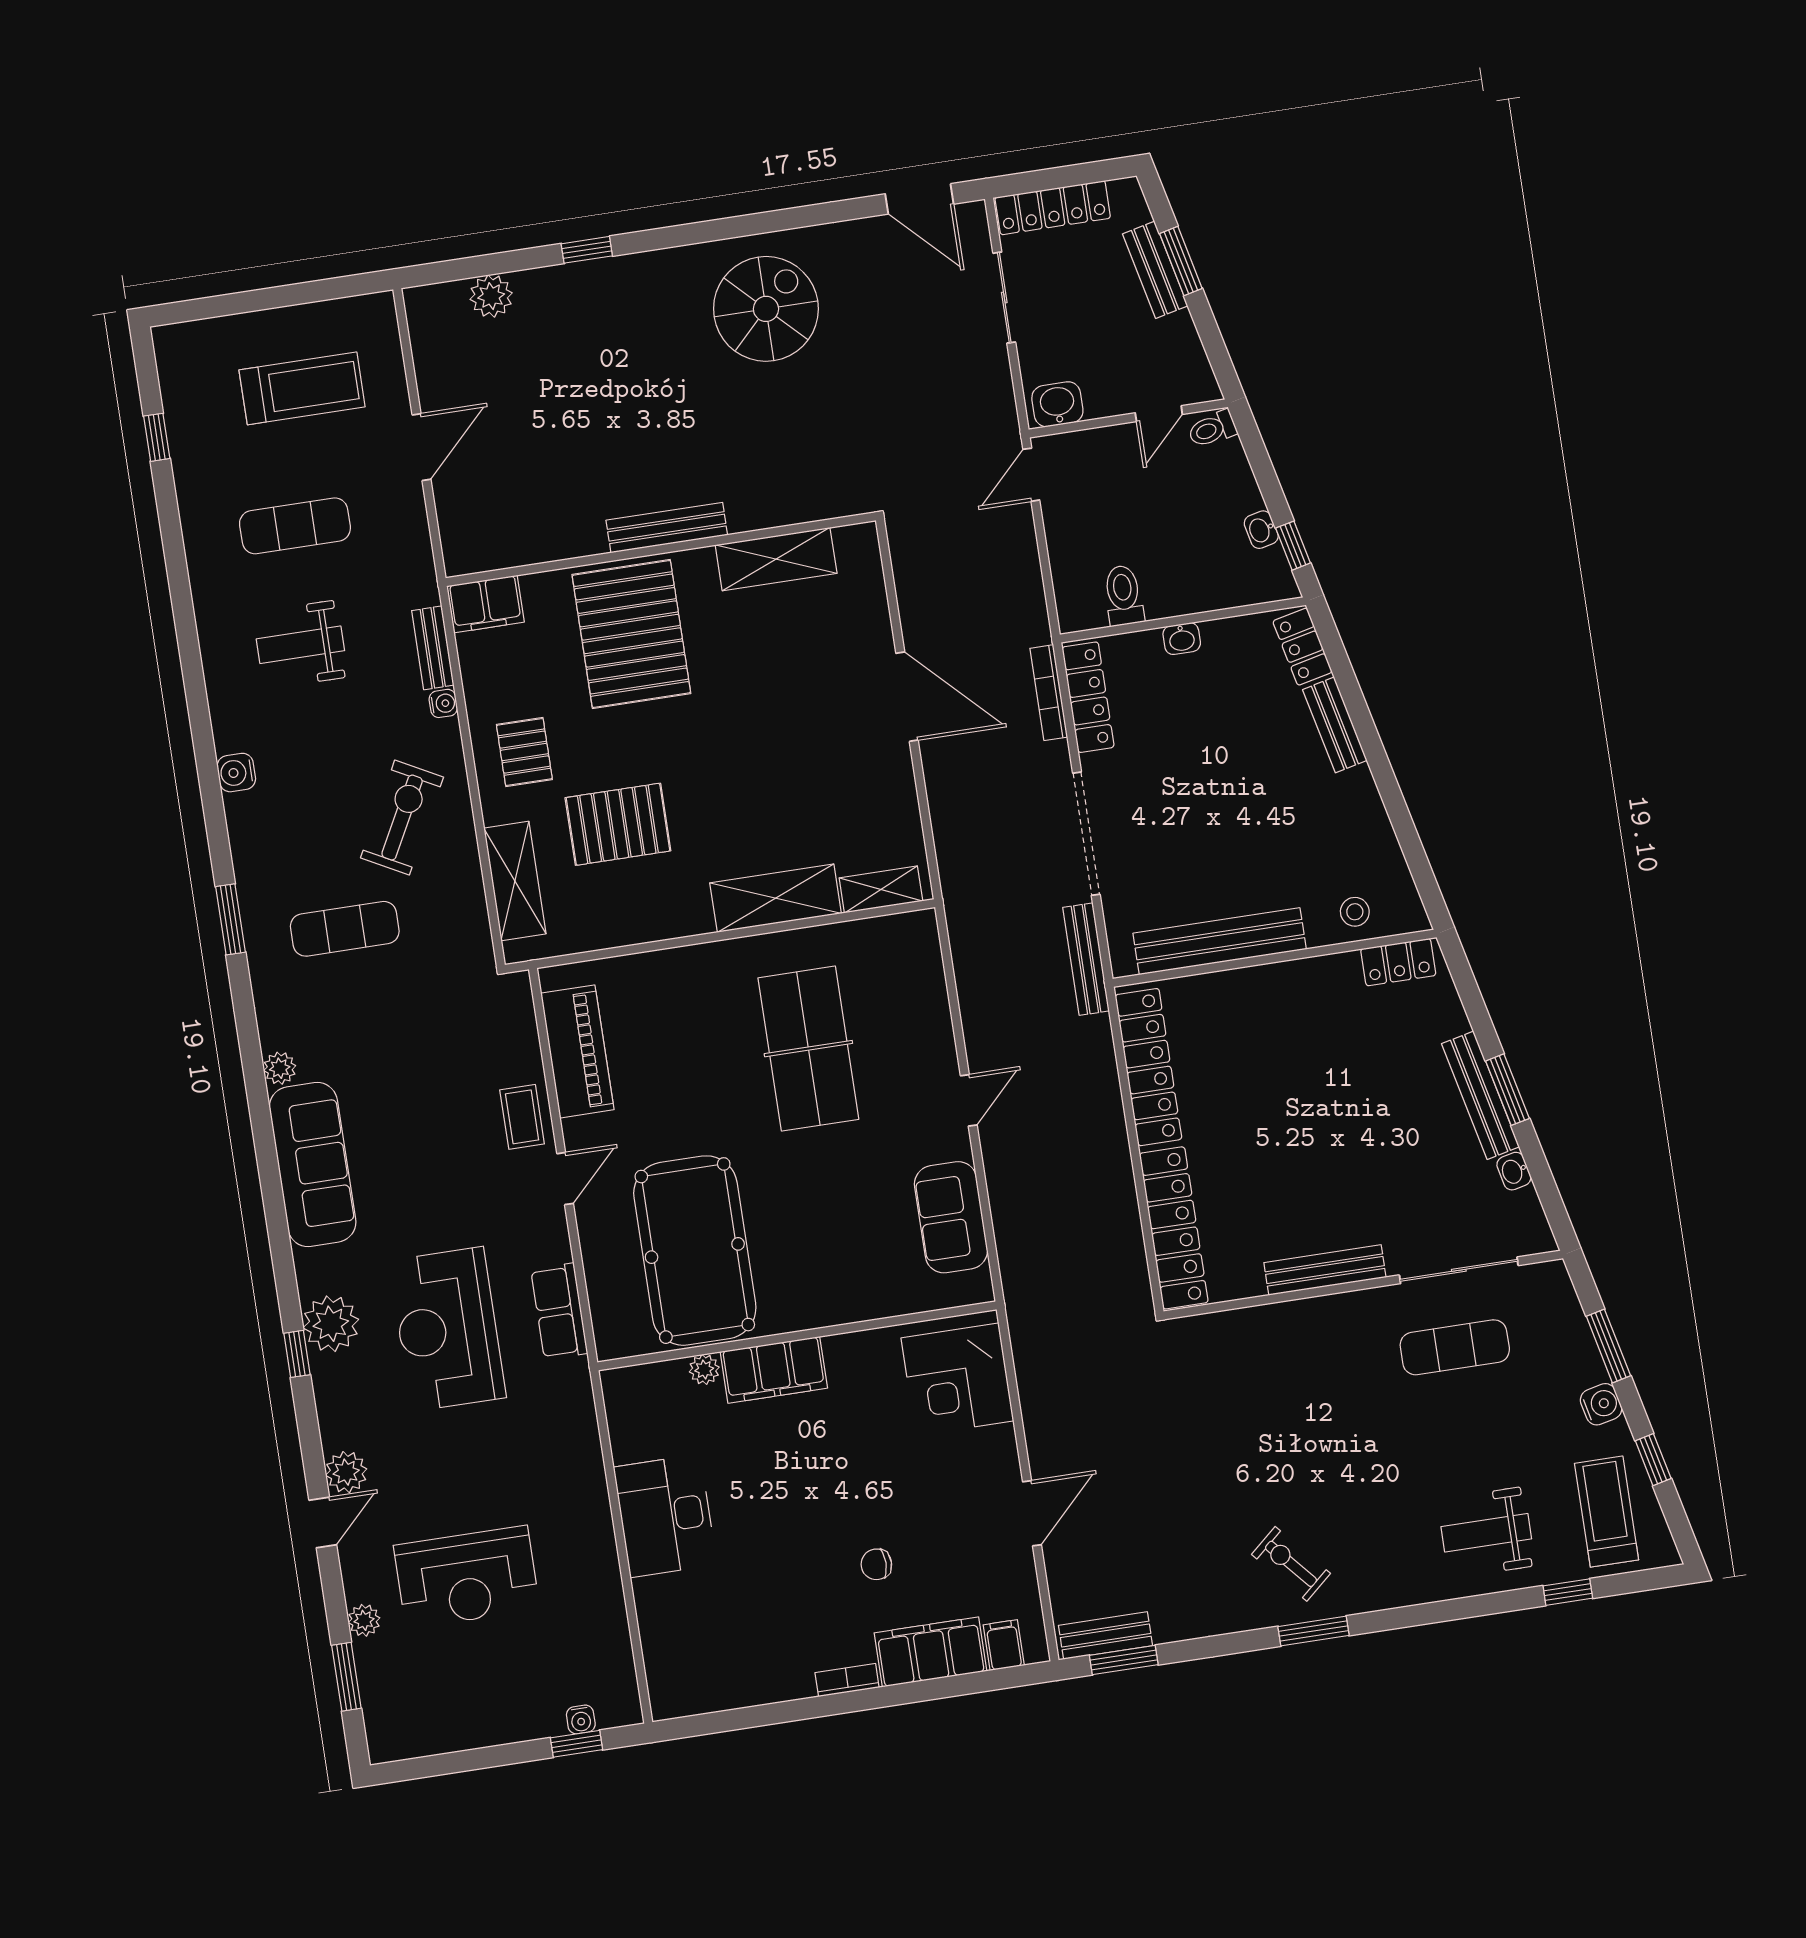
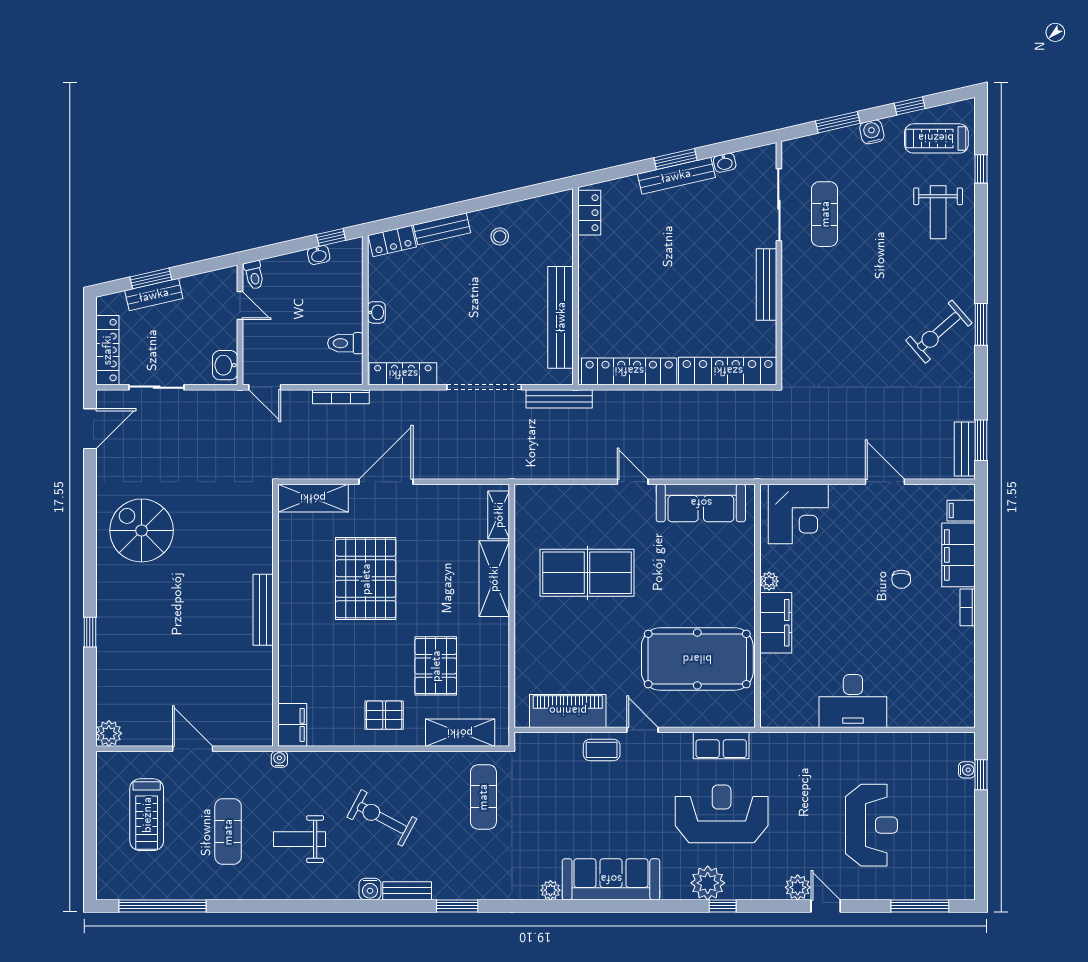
plant: (491, 296) -> (109, 733), moved
treadmill: (302, 388) -> (147, 815), turned 180
window: (157, 437) -> (163, 906), width x3.17
shelving: (776, 559) -> (313, 498), moved, turned 90
pallet: (631, 634) -> (366, 579), moved, turned 90
weight bench: (300, 645) -> (300, 839), turned 90
bench: (433, 648) -> (407, 891), moved
bookcase: (1049, 693) -> (341, 397), moved
water cooler: (443, 703) -> (279, 759), moved
exercise bike: (402, 817) -> (382, 818), moved
stool: (1355, 912) -> (500, 236), moved
exercise mat: (345, 929) -> (483, 797), moved
sofa: (951, 1217) -> (701, 503), width x1.36
reception desk: (447, 1329) -> (722, 814), turned 180
plant: (704, 1369) -> (769, 581), moved
exercise bike: (1291, 1564) -> (939, 332), width x1.38, depth x1.39
plant: (364, 1620) -> (888, 890), removed
window: (346, 1677) -> (920, 906), width x1.44

